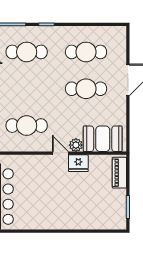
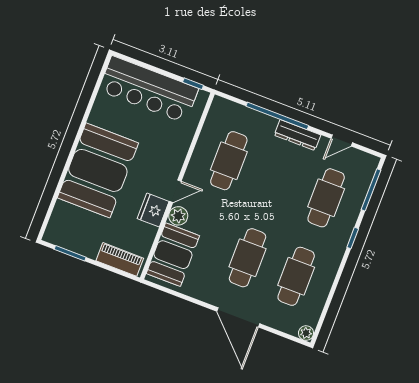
plant: (121, 31) -> (306, 333), added
booth: (66, 210) -> (98, 170), added

